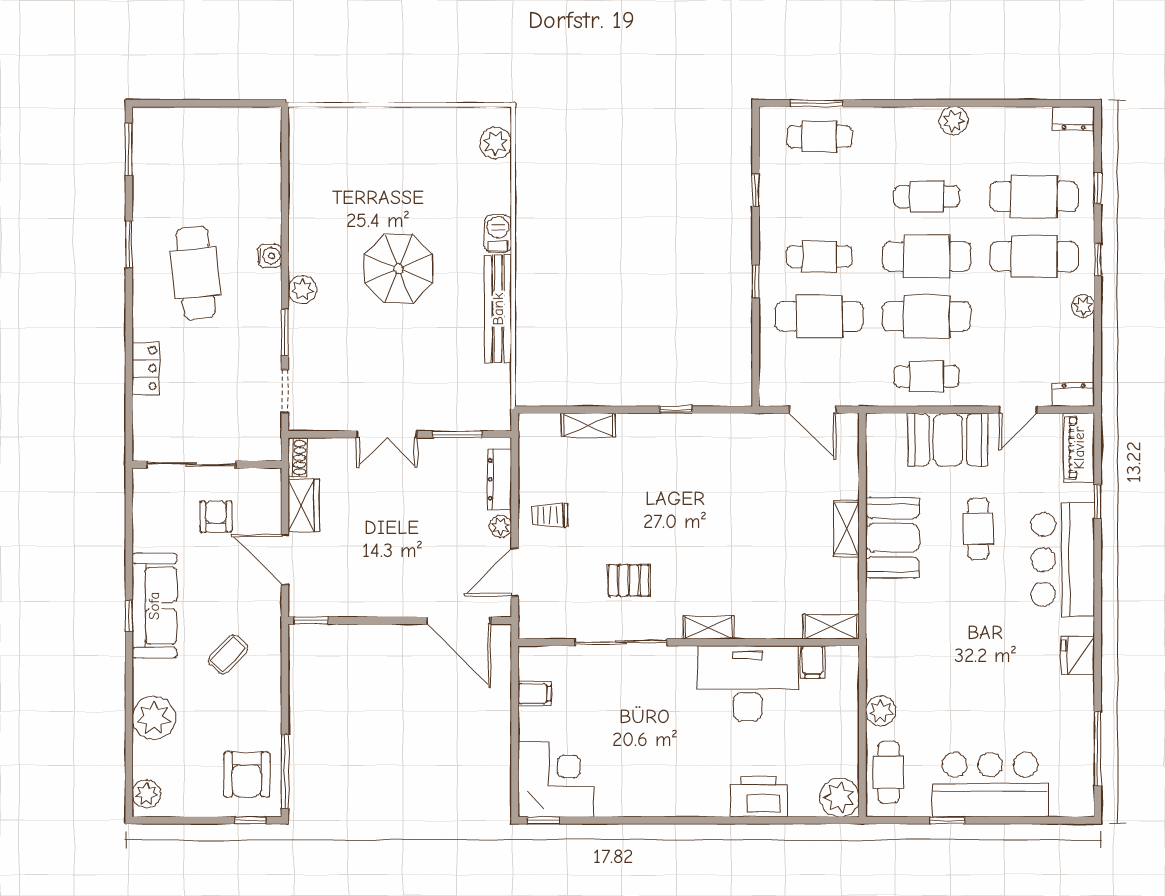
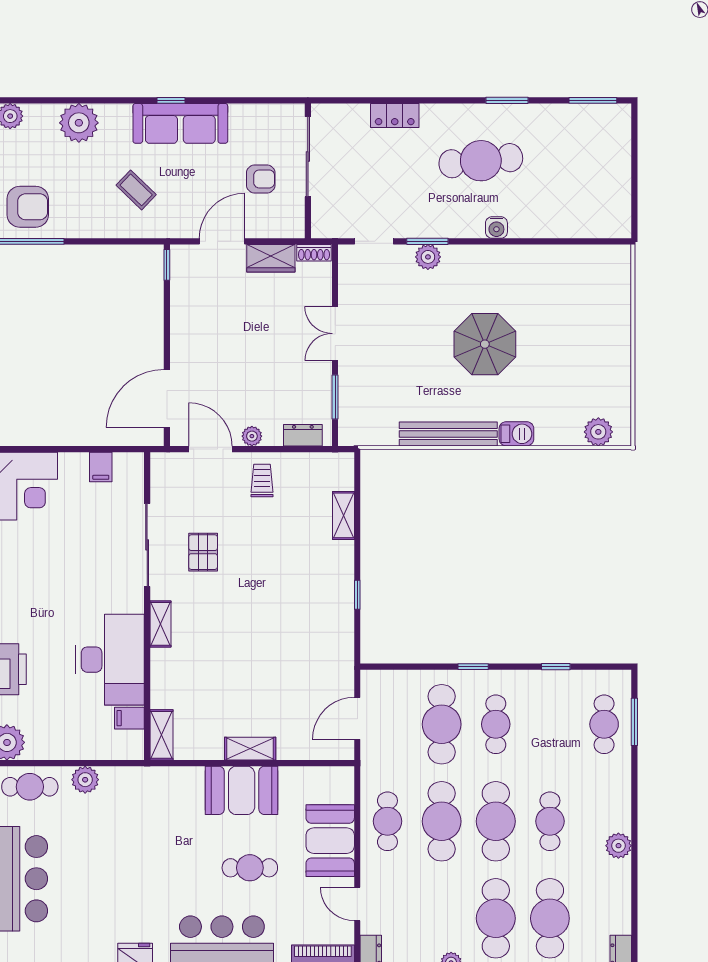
plant: (302, 290) -> (428, 257), moved
dresser: (500, 479) -> (303, 435), width x0.70
armchair: (247, 774) -> (28, 207), turned 180

